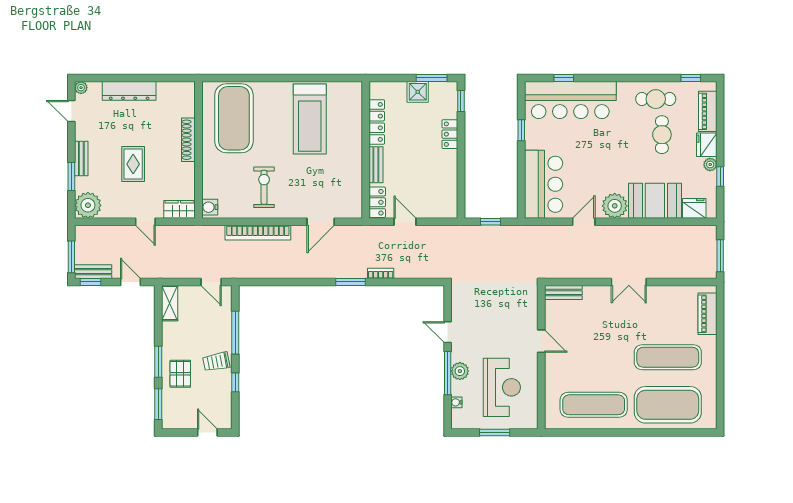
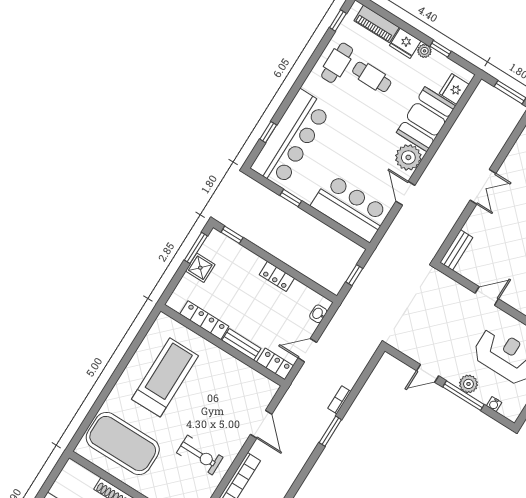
treadmill: (310, 119) -> (165, 377), turned -90
locker: (450, 134) -> (277, 276), moved
exercise bike: (264, 187) -> (200, 455), turned 180
washbasin: (440, 212) -> (318, 314), added

